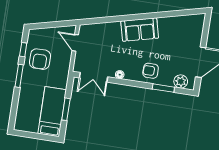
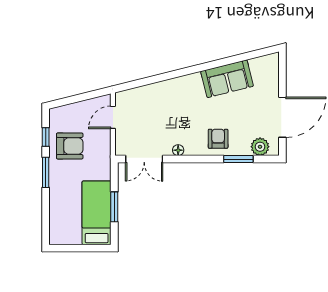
sofa: (140, 30) -> (227, 79), moved
door: (75, 43) -> (113, 117), hinge flipped
armchair: (40, 59) -> (70, 146), turned -90
armchair: (151, 71) -> (218, 139), turned 90

